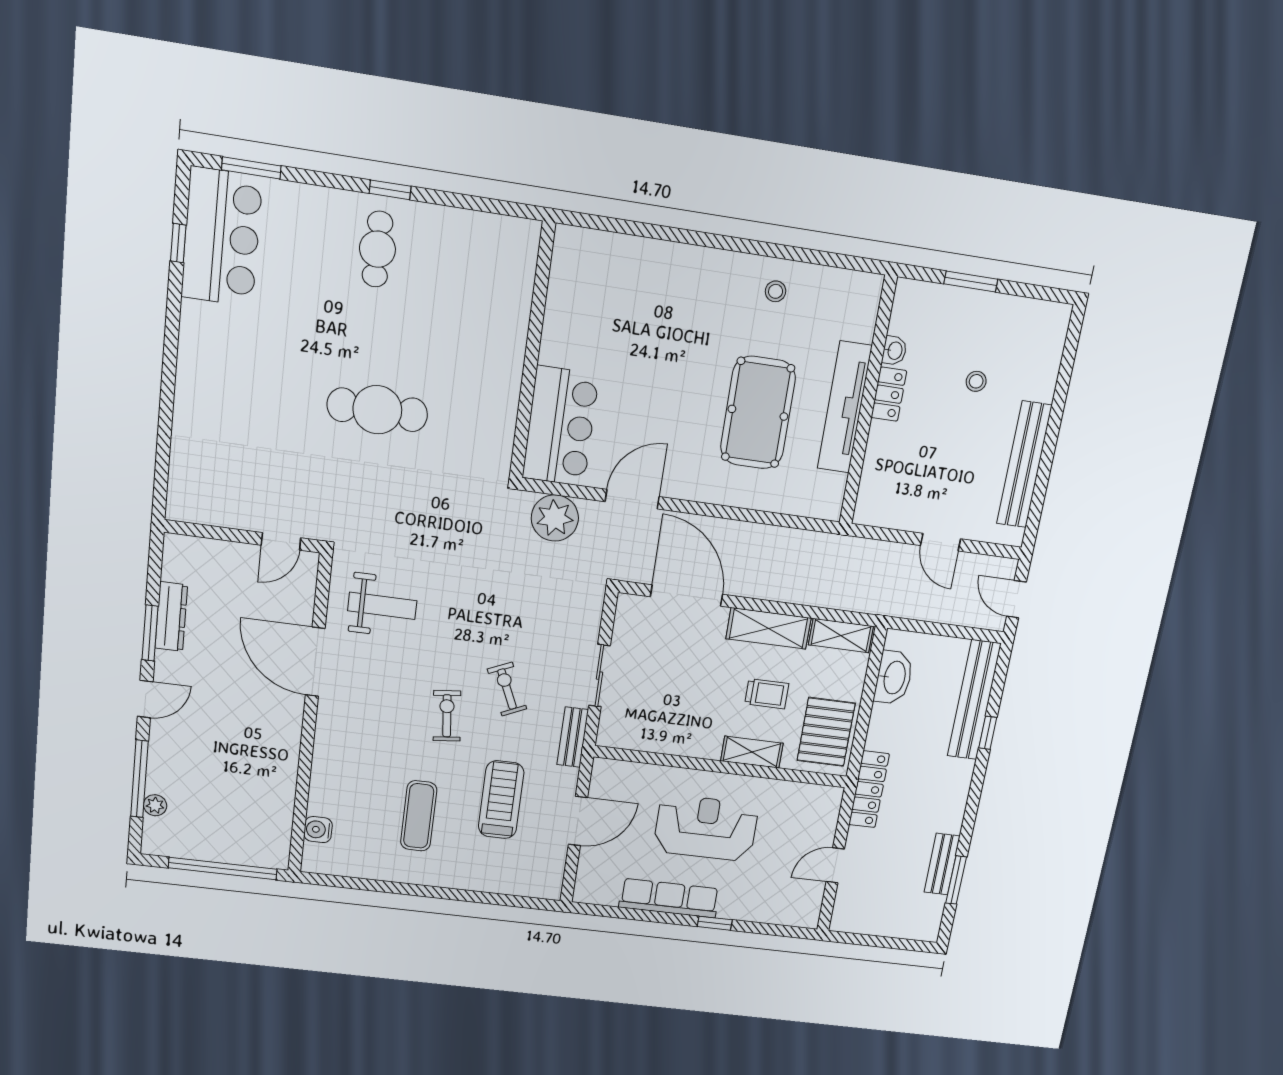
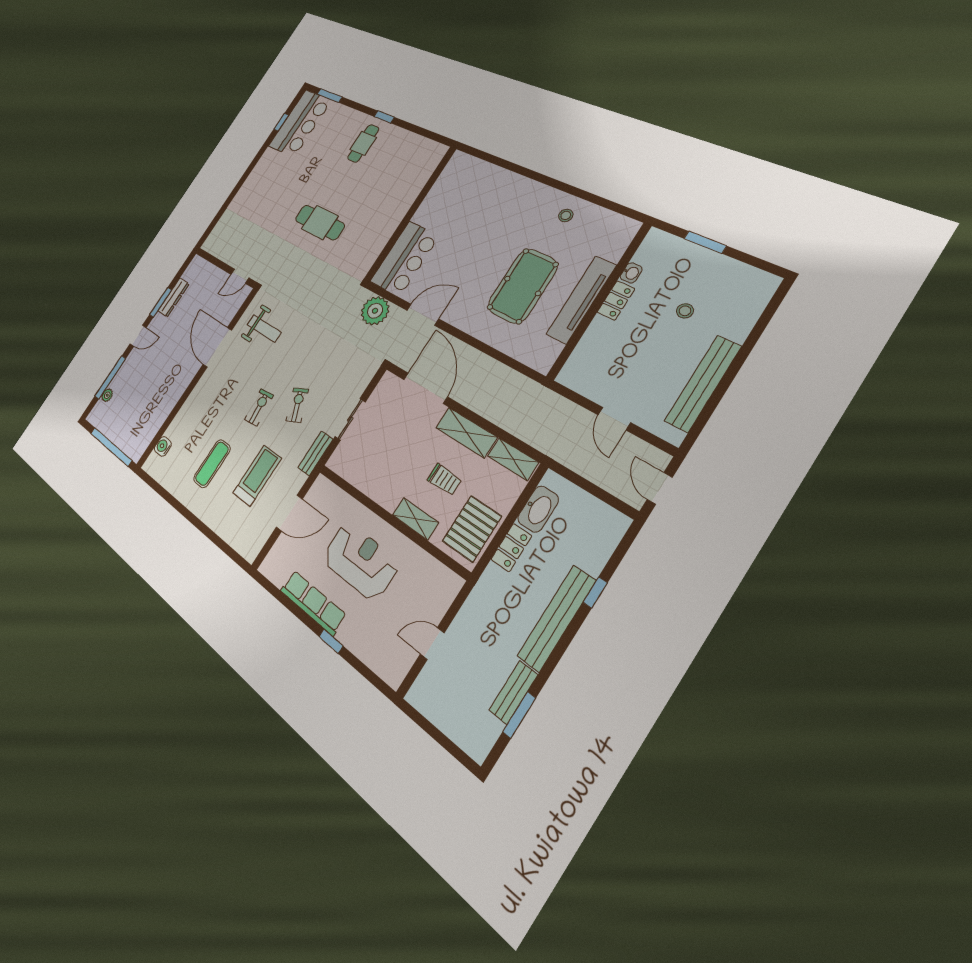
bench: (974, 700) -> (557, 618), moved
locker: (869, 789) -> (511, 548), moved, width x0.66

